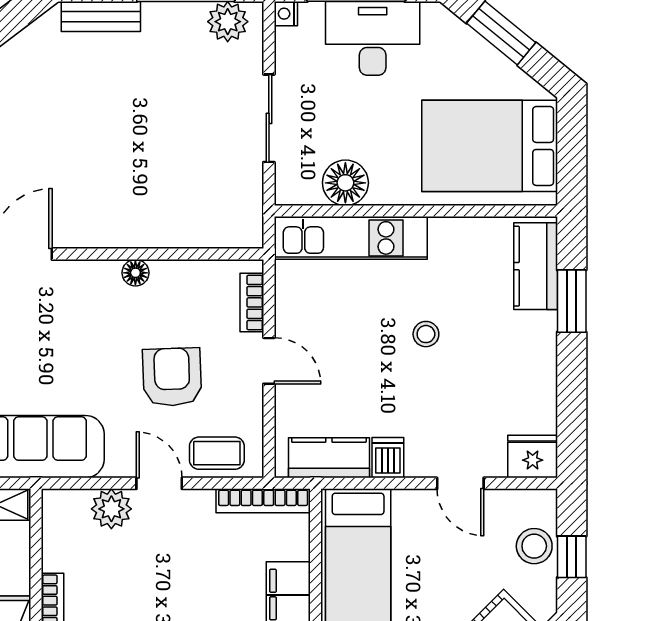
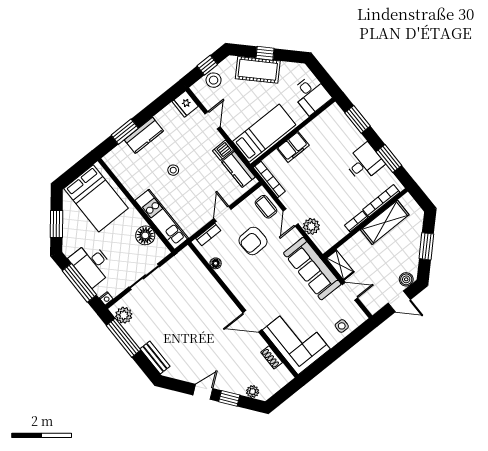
kitchen counter: (536, 266) -> (144, 135), moved
floor lamp: (135, 273) -> (216, 263), moved

